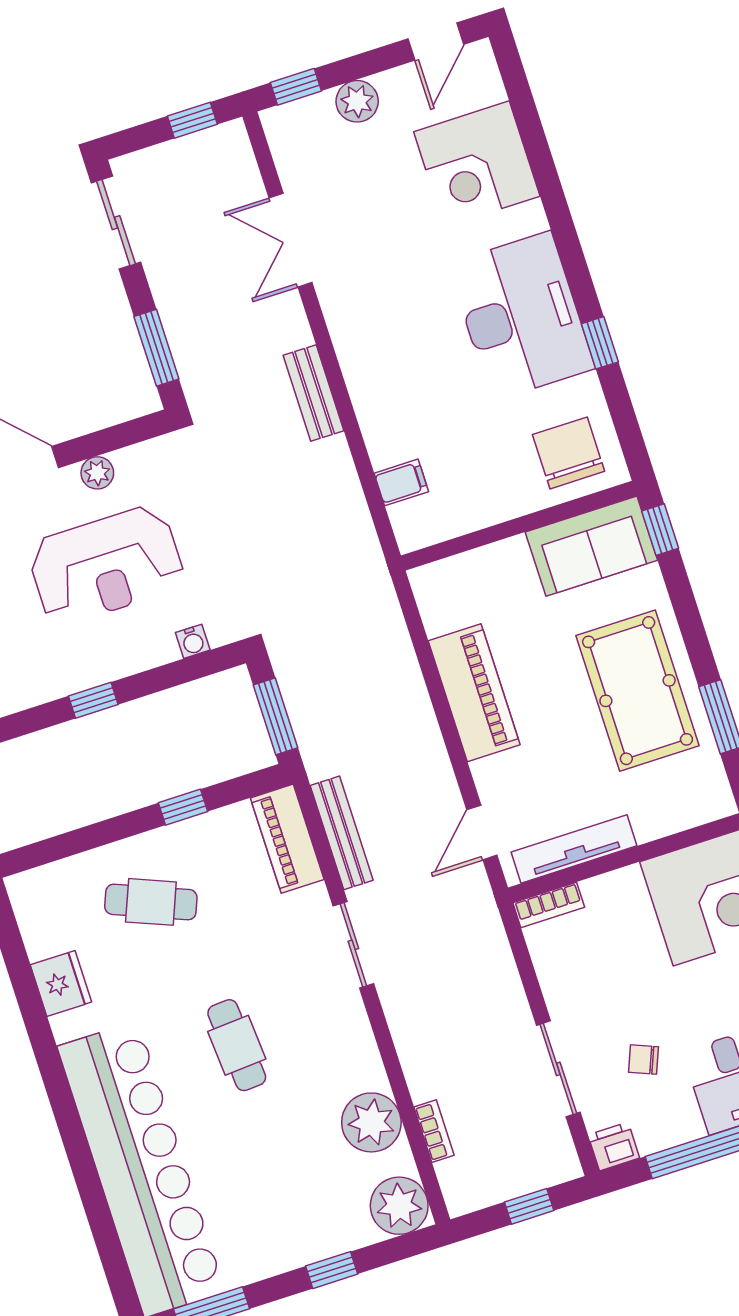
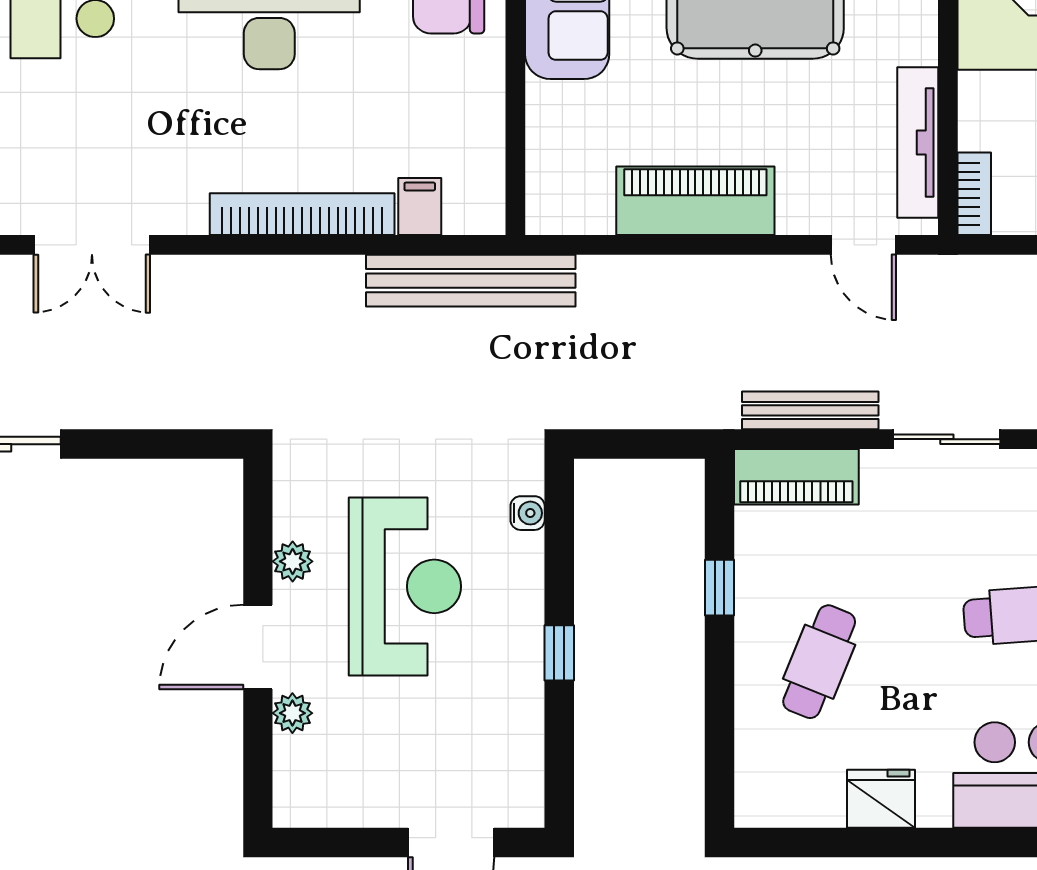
window: (156, 348) -> (168, 444), removed
bench: (314, 393) -> (471, 281), moved, width x1.86, depth x1.21
bookcase: (366, 394) -> (302, 214), added
window: (275, 716) -> (648, 444), removed

